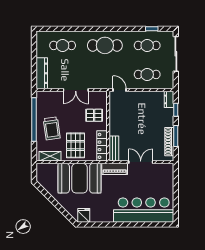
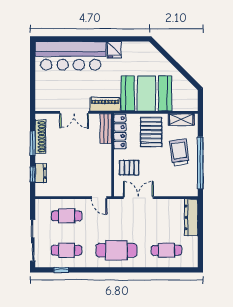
double door: (76, 90) -> (138, 198), moved
dresser: (169, 99) -> (41, 173), moved
fridge: (84, 215) -> (114, 50), moved

